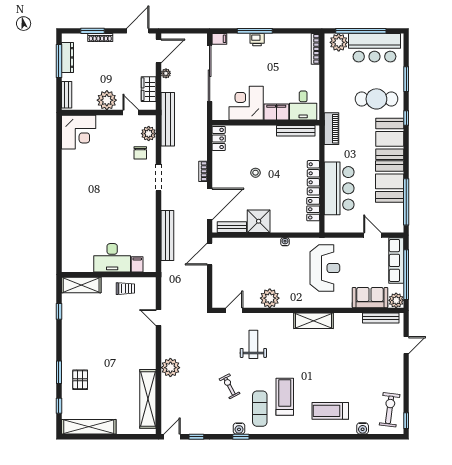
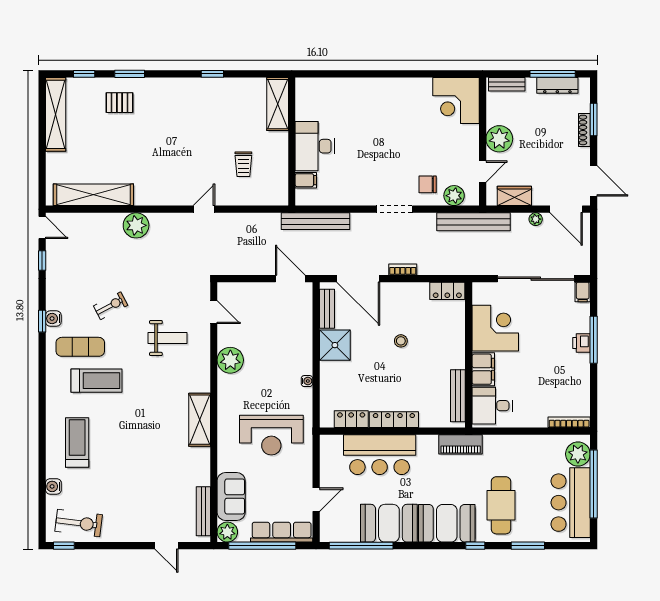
desk: (112, 258) -> (315, 146), moved
filing cabinet: (137, 264) -> (306, 180), moved
wall: (109, 275) -> (292, 142), moved
shelving: (81, 285) -> (278, 104), moved

